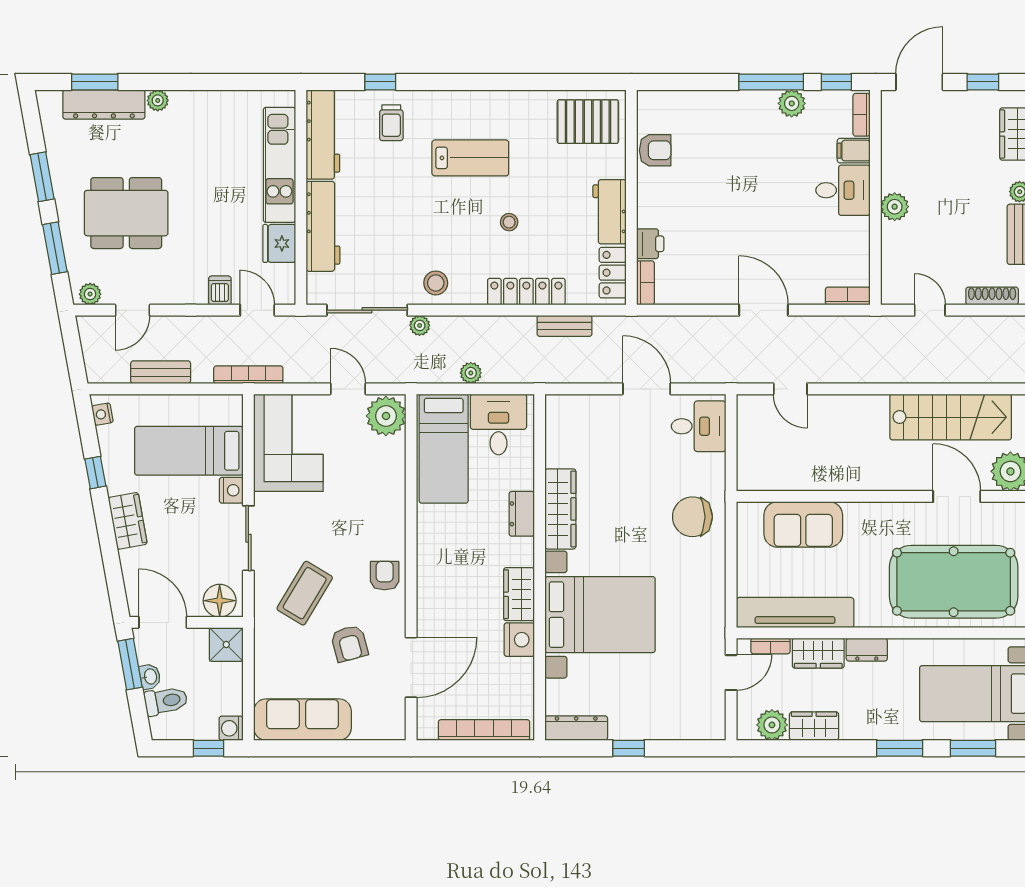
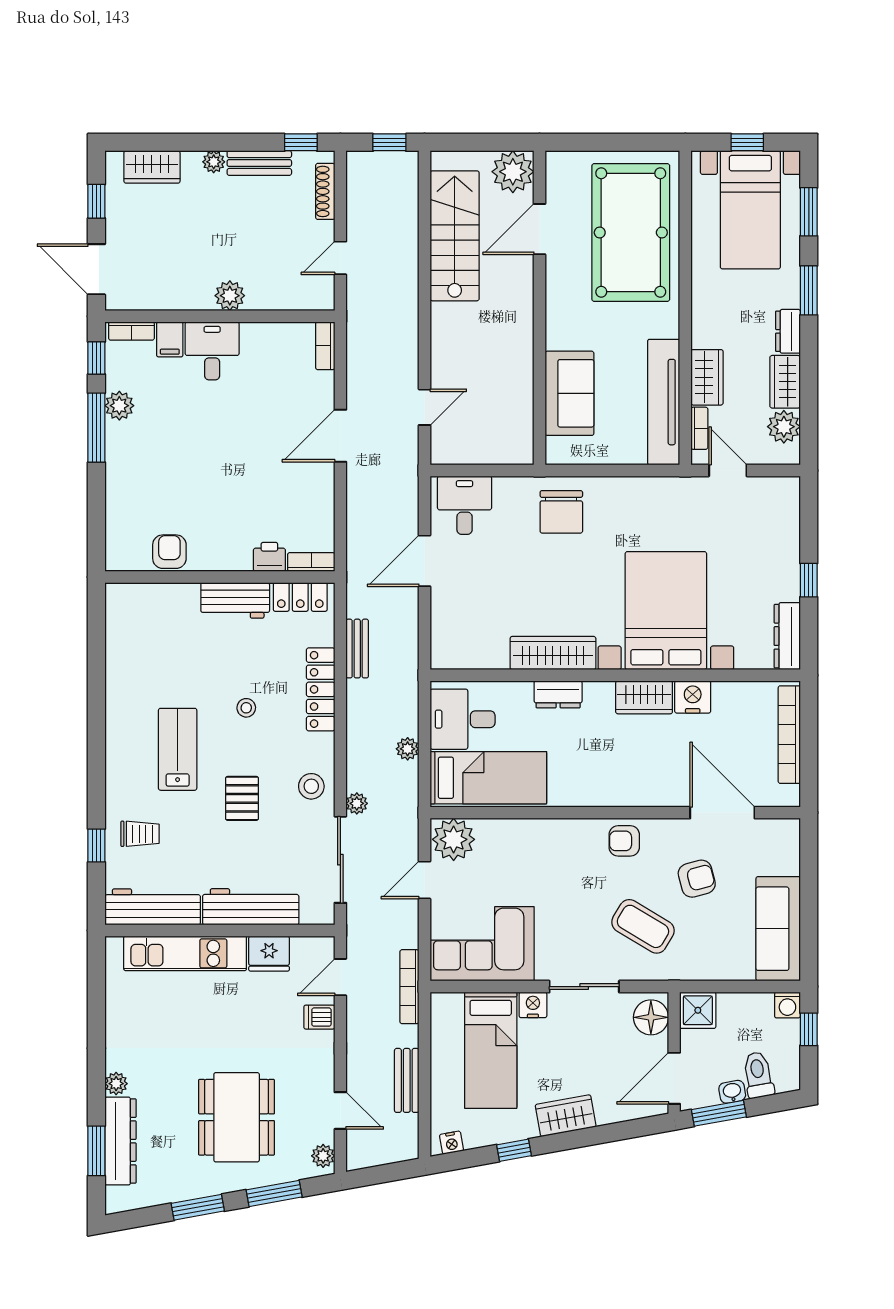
pallet: (588, 122) -> (242, 798), moved, width x0.67, depth x0.71
dresser: (867, 650) -> (788, 331), moved, turned 180

